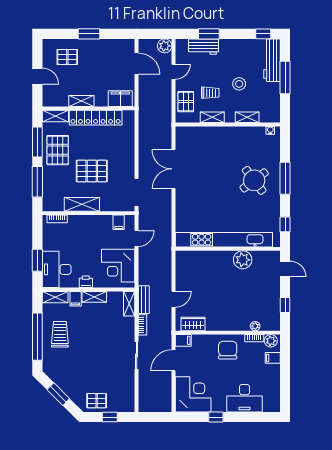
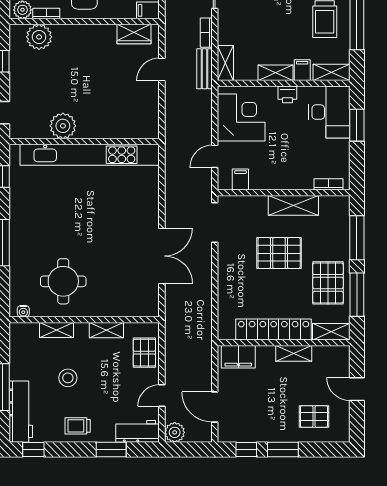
window: (115, 34) -> (246, 450), added
workbench: (204, 47) -> (137, 431), moved
trolley: (210, 93) -> (78, 426), moved
round table: (254, 180) -> (63, 281), moved, turned 37
plant: (255, 326) -> (39, 37), width x1.88, depth x1.88

